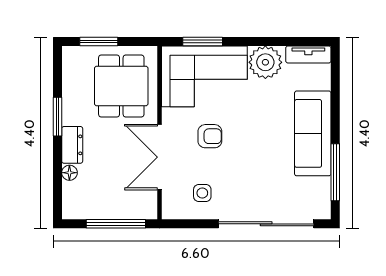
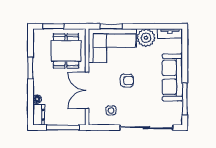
armchair: (210, 136) -> (127, 81), moved
dresser: (72, 145) -> (39, 115), moved

